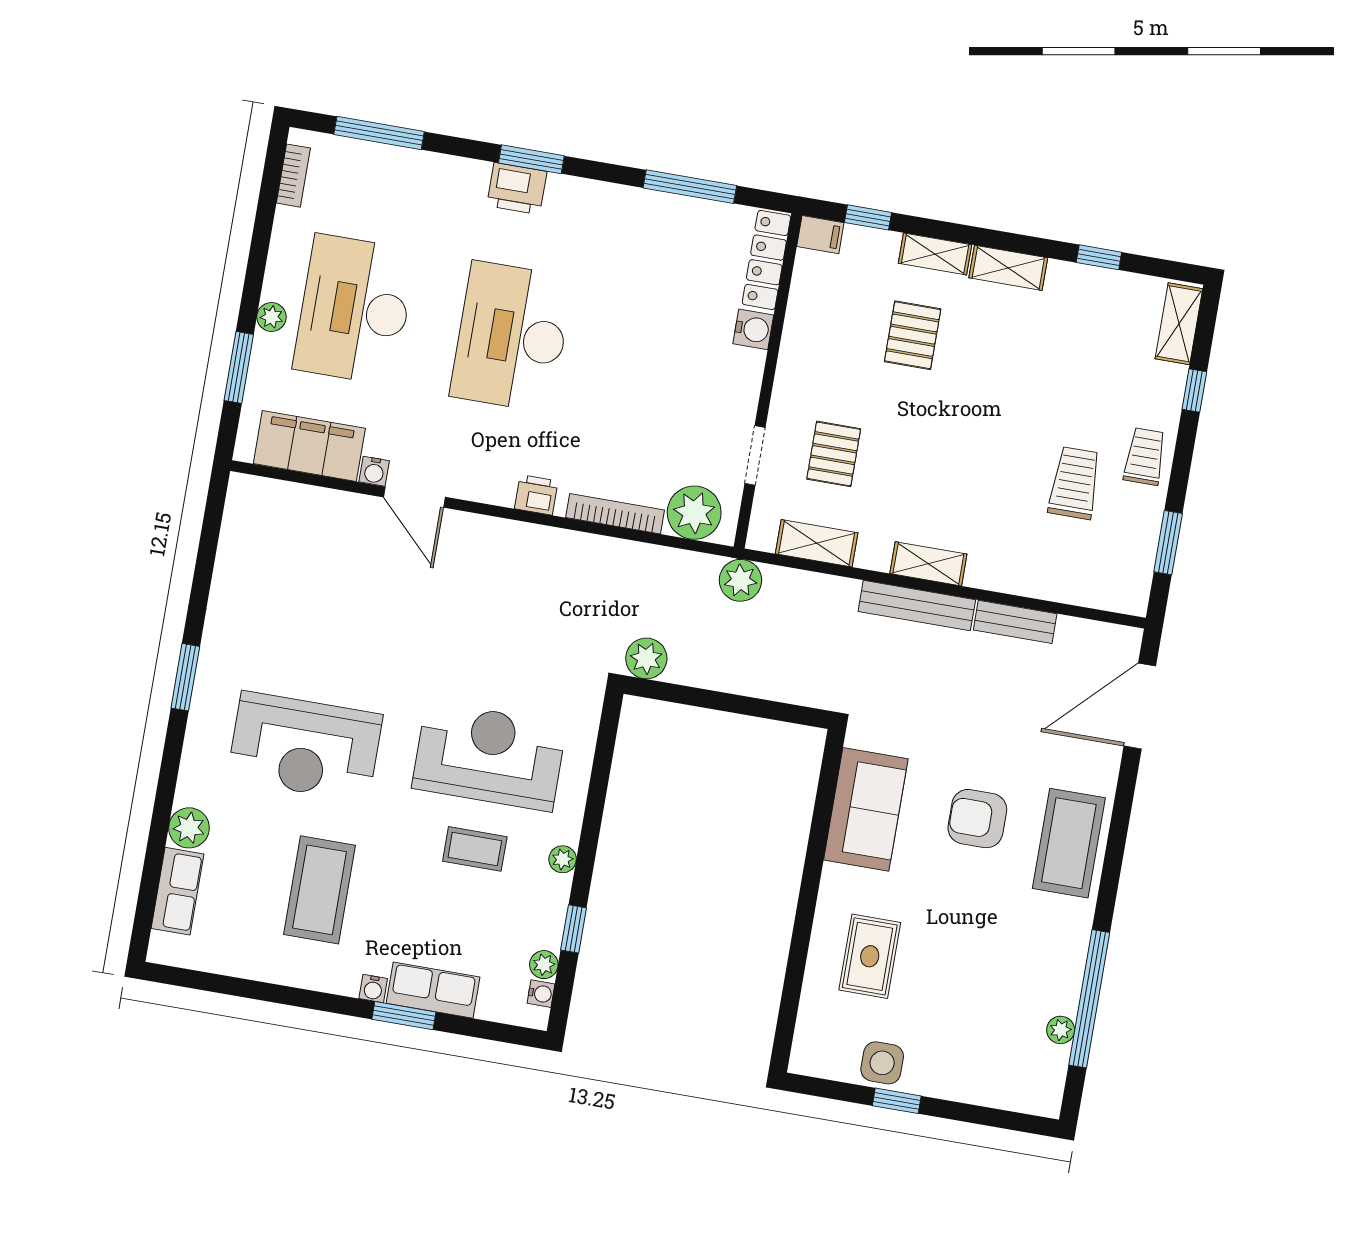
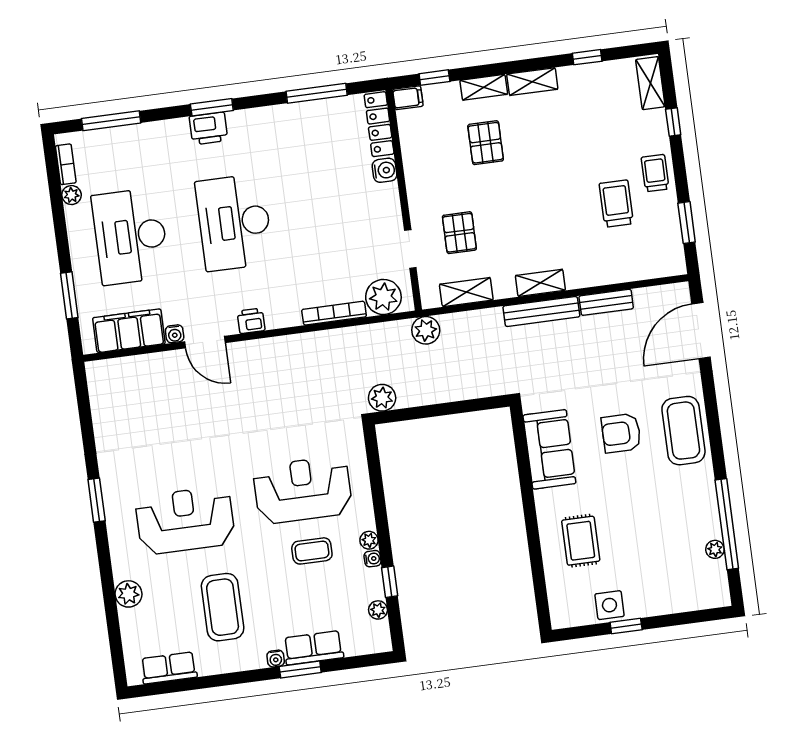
plant: (272, 317) -> (72, 195), moved
printer: (536, 495) -> (251, 321), moved
reception desk: (305, 747) -> (185, 520), turned 180
row of seats: (178, 891) -> (169, 668), moved, turned -90
water cooler: (541, 994) -> (373, 559), moved

